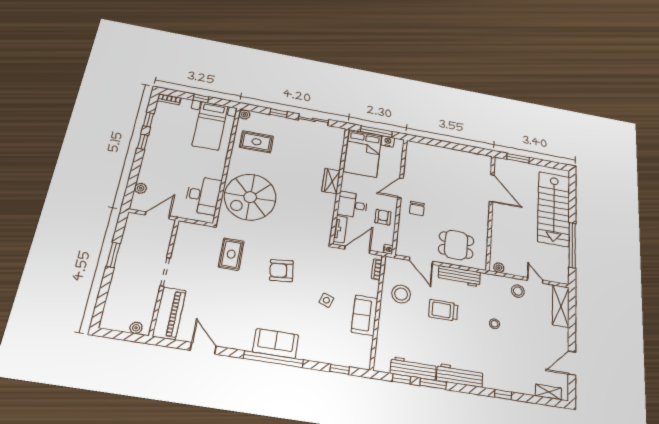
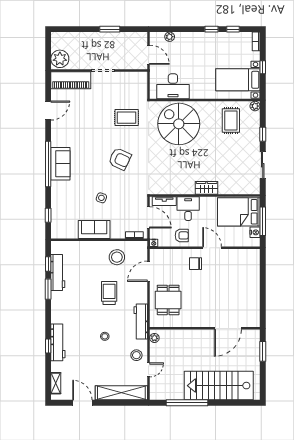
armchair: (281, 271) -> (120, 159), turned 121
workbench: (459, 276) -> (141, 321), moved
shelving: (561, 306) -> (121, 393), width x1.47
plant: (136, 328) -> (60, 59), width x1.88, depth x1.88
workbench: (460, 375) -> (58, 342), moved

